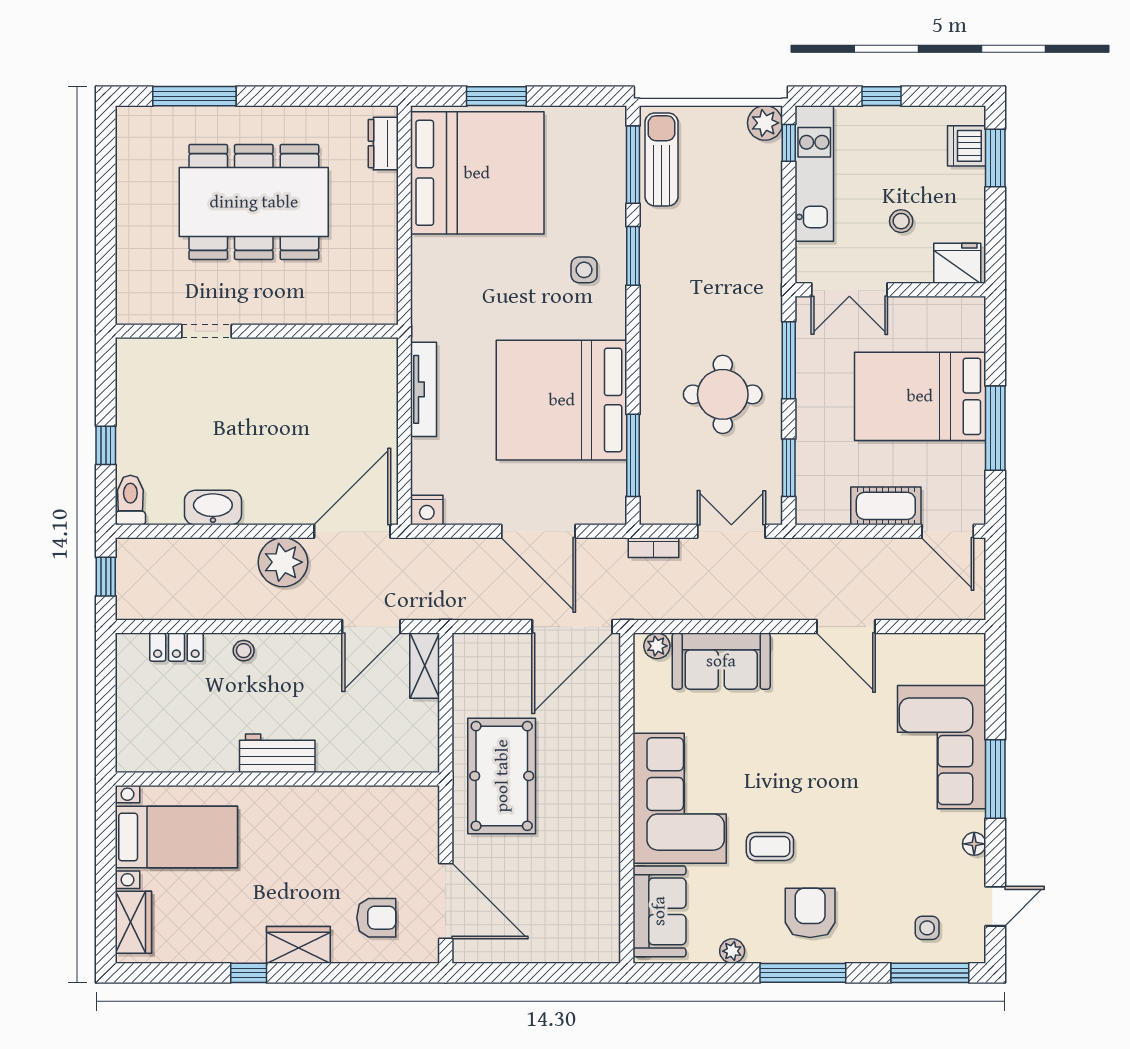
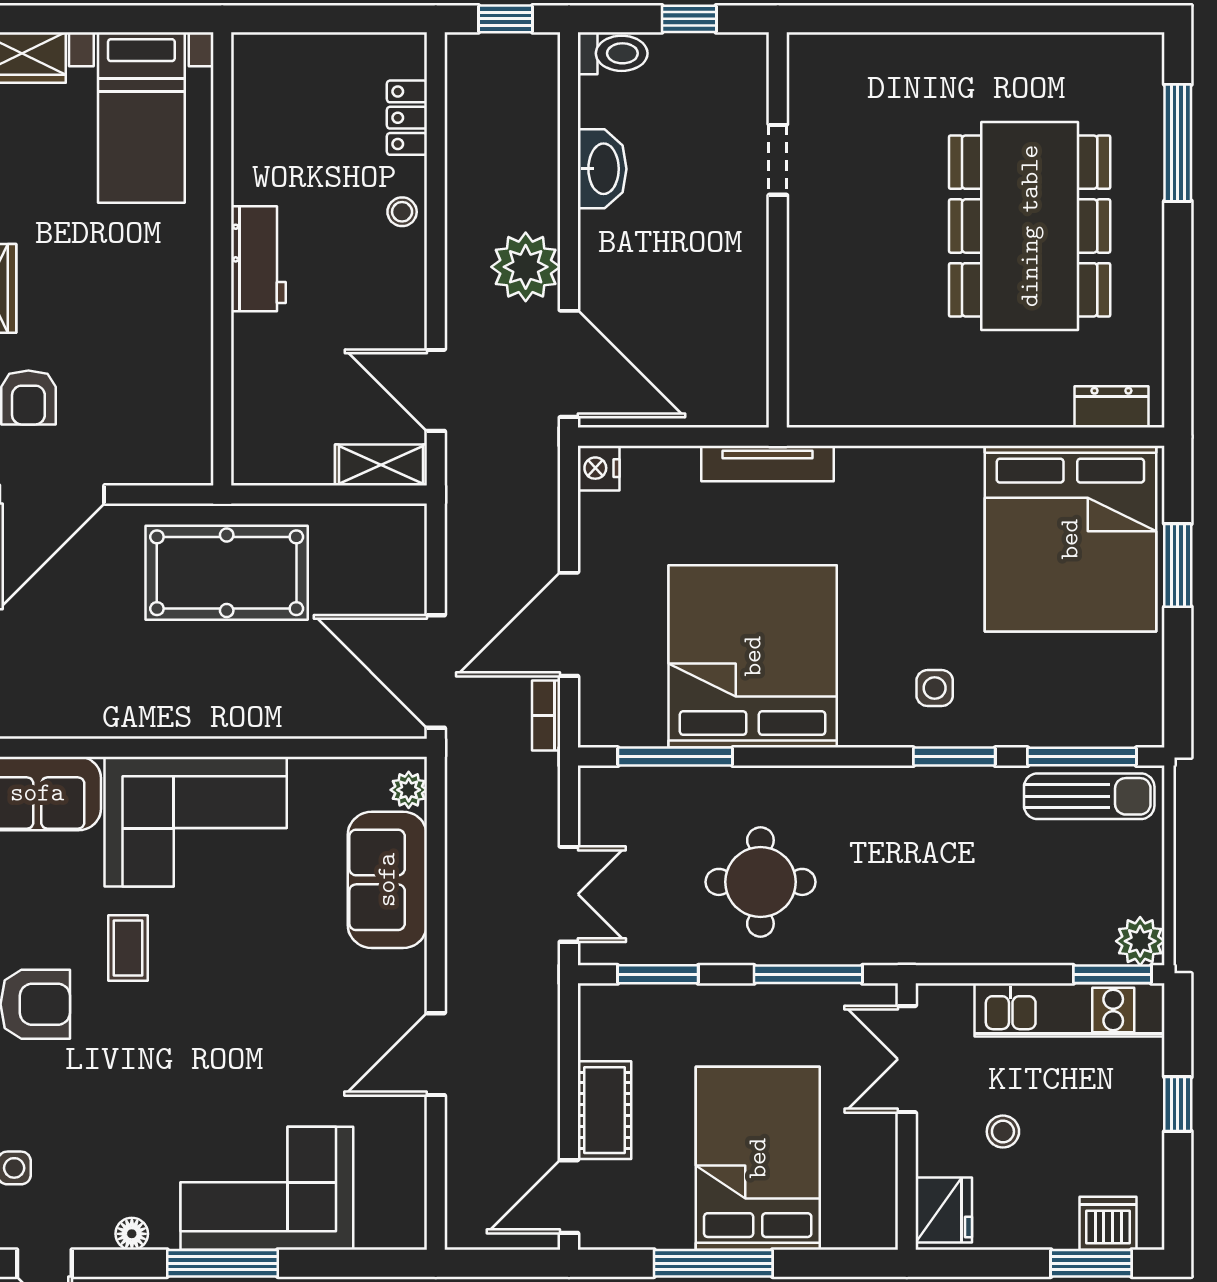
window: (789, 143) -> (1112, 974), width x1.50
doorway: (206, 331) -> (778, 160), moved
wall: (257, 331) -> (778, 230), moved
bookcase: (653, 548) -> (546, 716), moved

